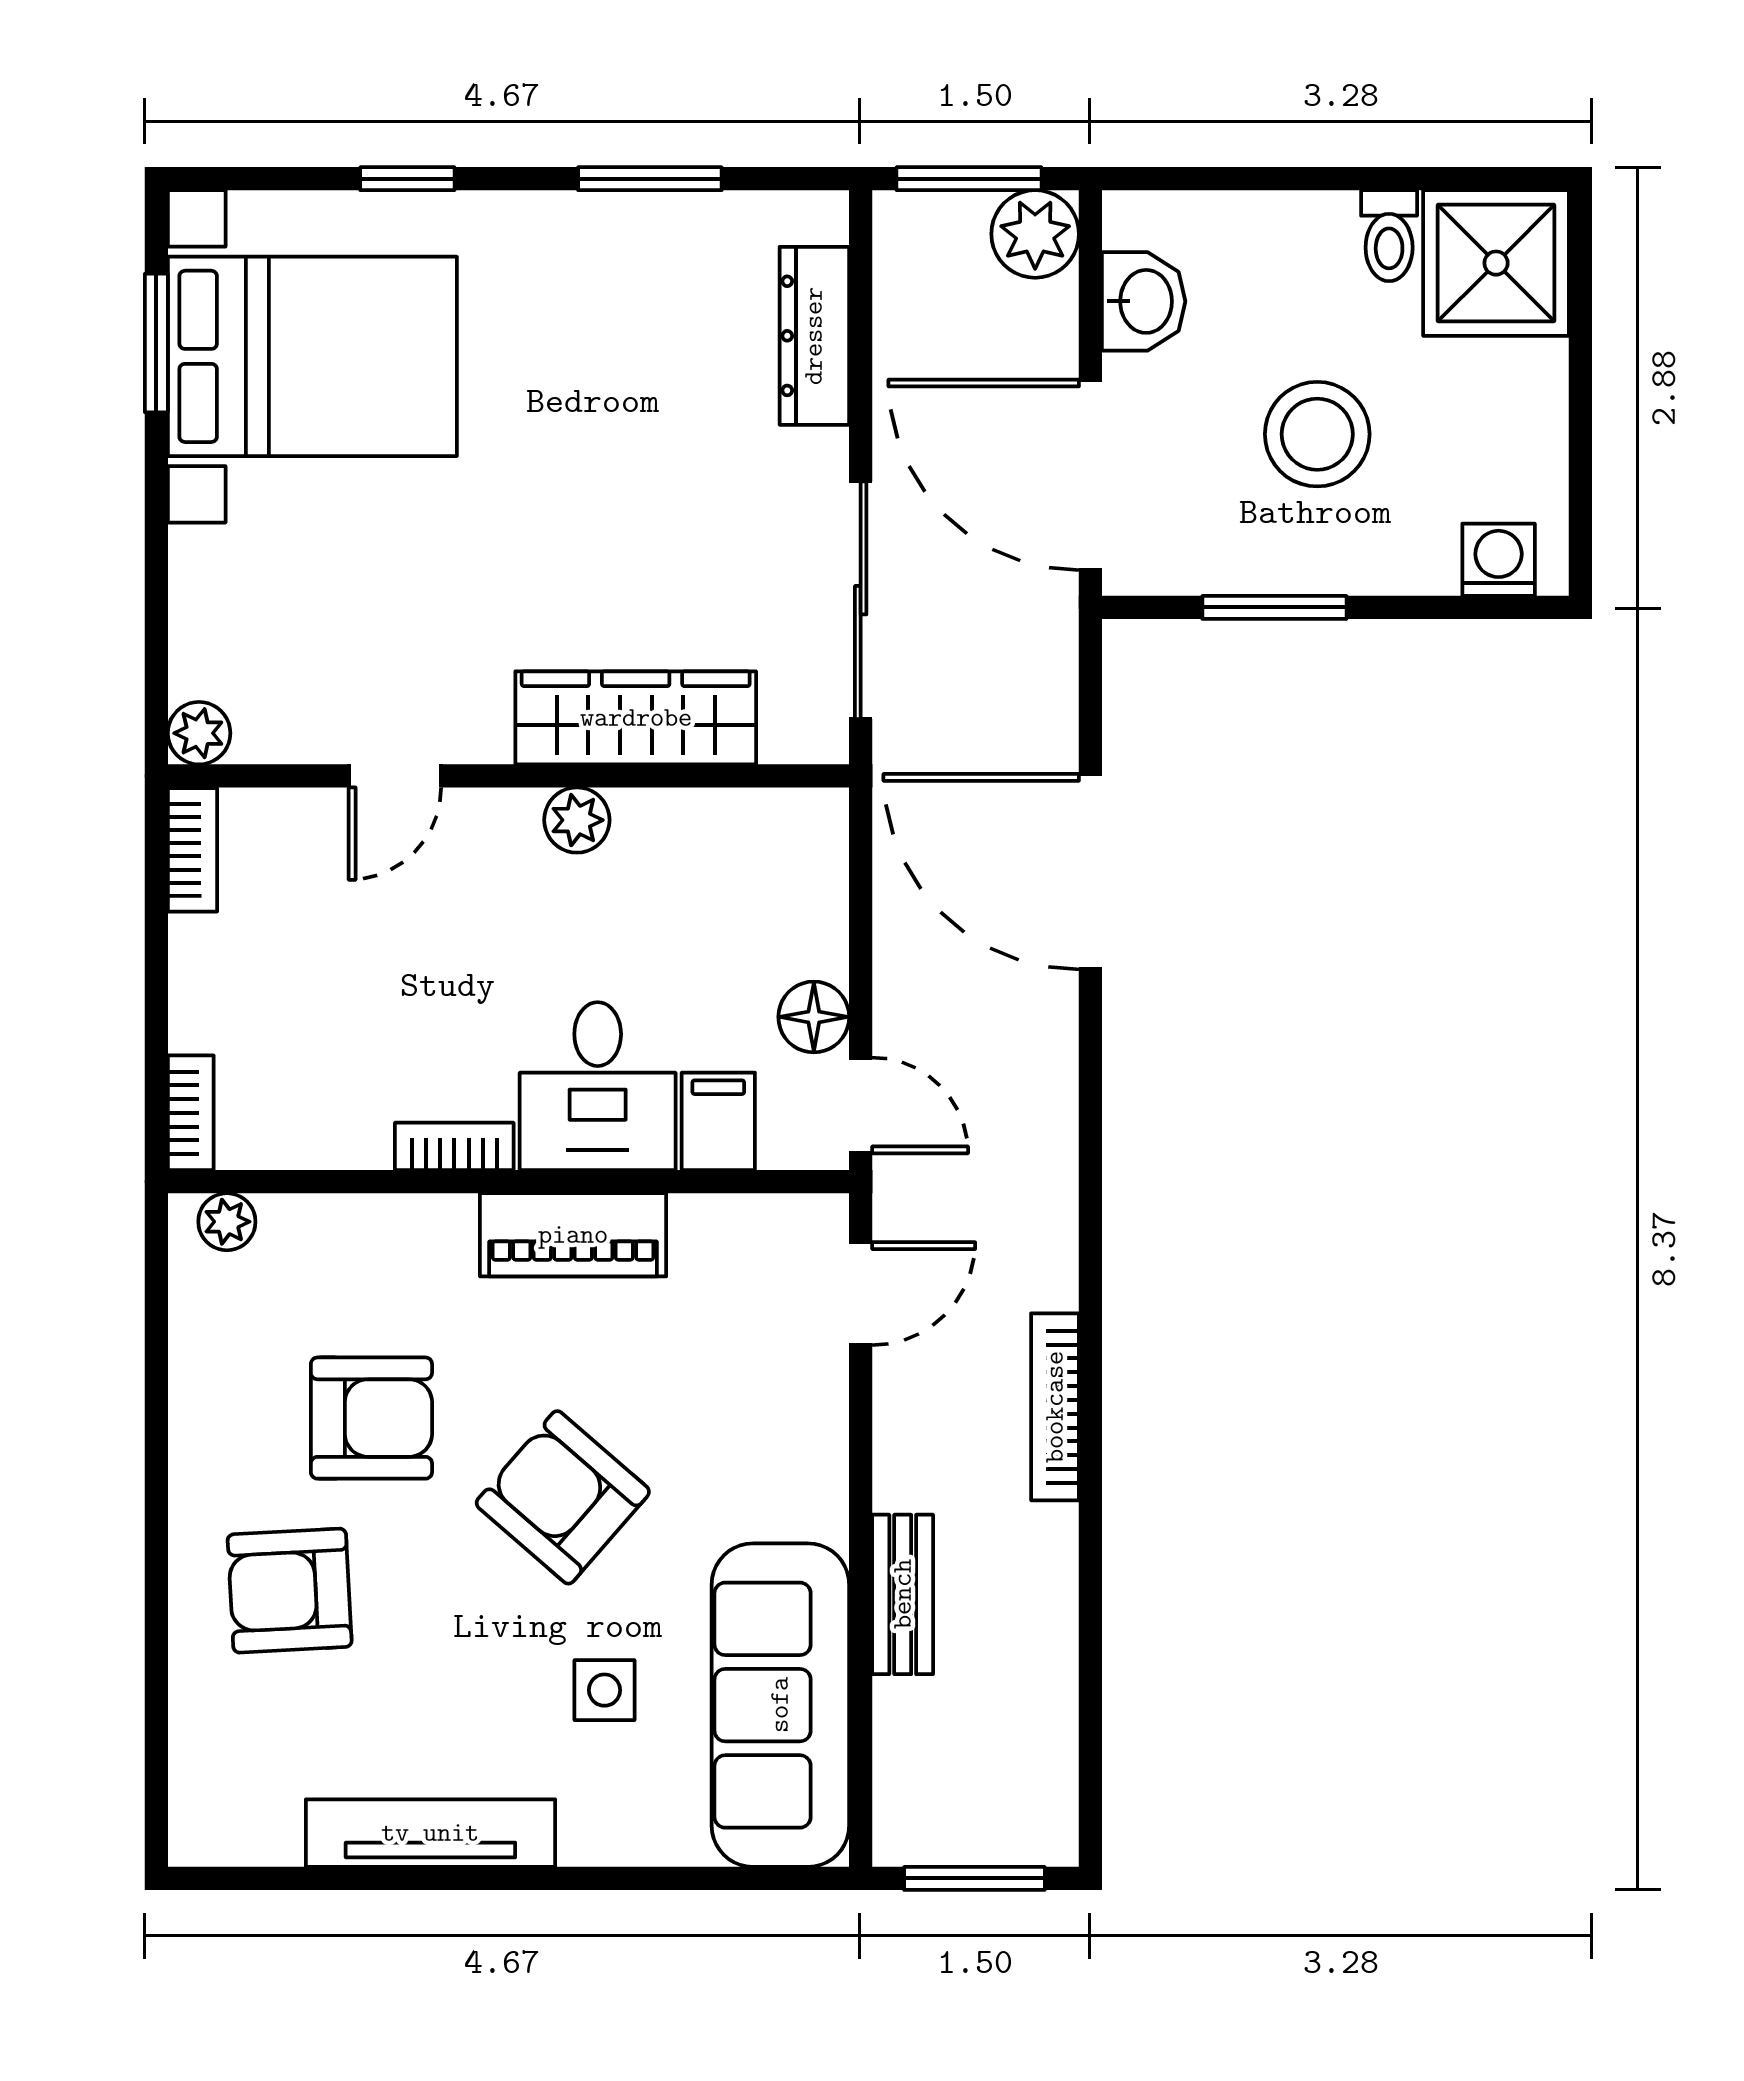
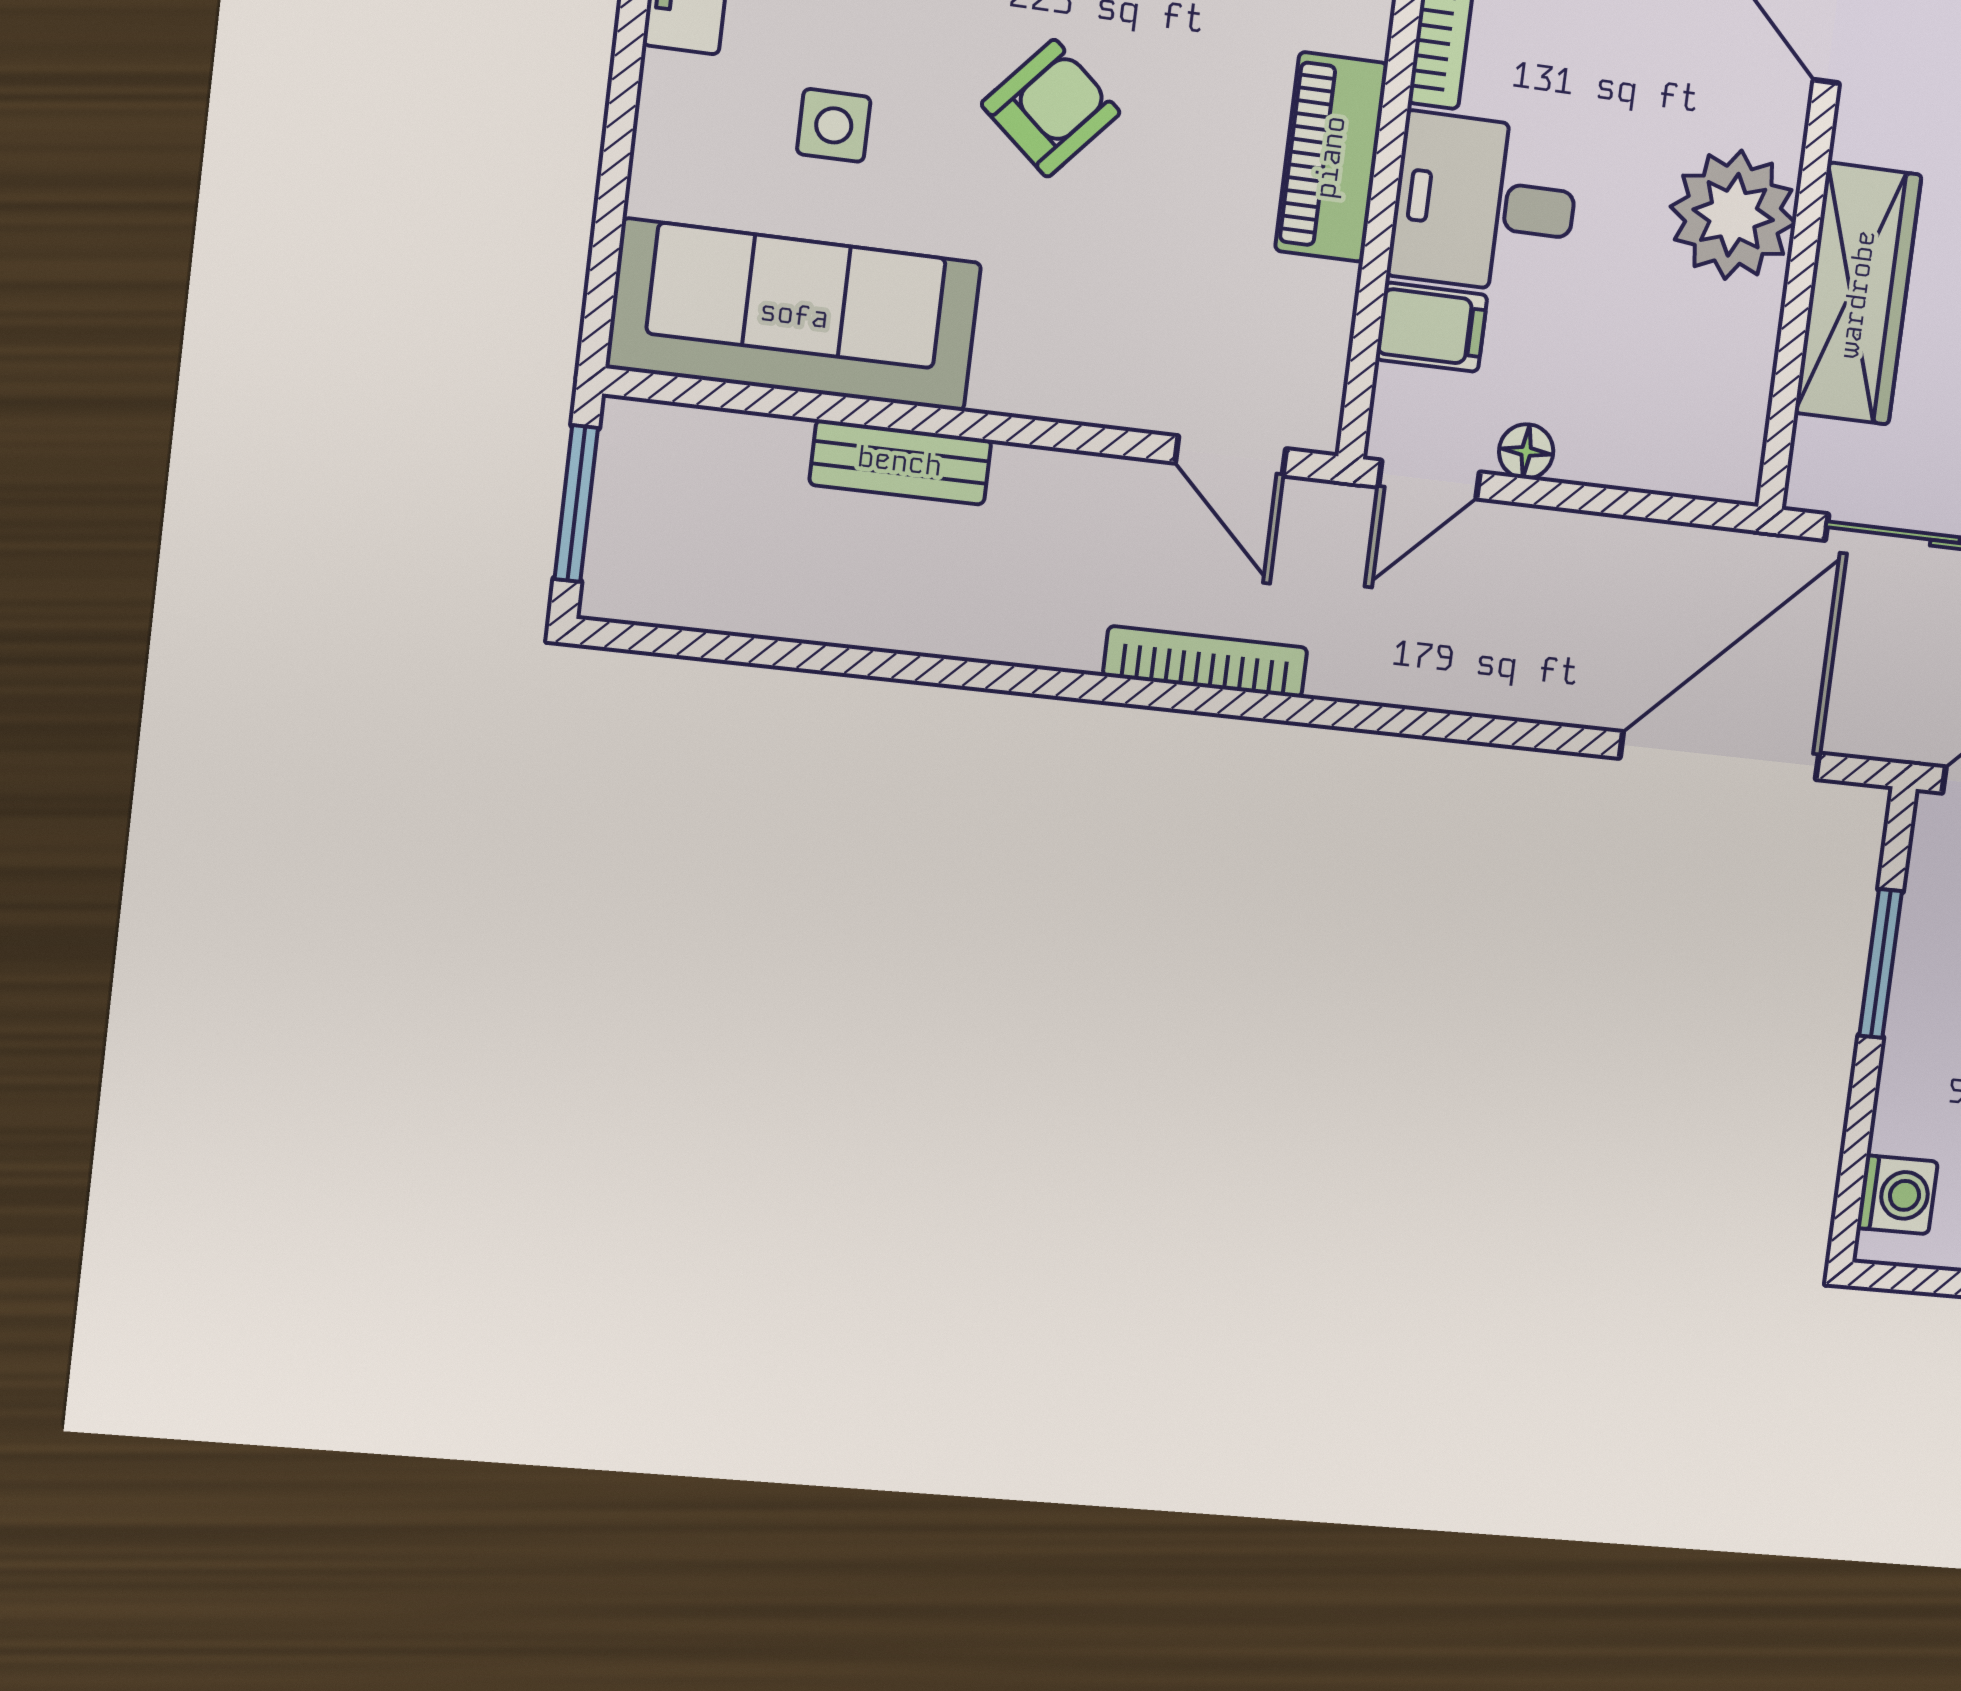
plant: (577, 820) -> (1733, 215), width x1.88, depth x1.88
door: (1090, 872) -> (1720, 756), moved
floor lamp: (814, 1017) -> (1526, 451), width x0.73, depth x0.73
bookcase: (1055, 1407) -> (1205, 662), moved
armchair: (563, 1497) -> (1051, 108), width x0.72, depth x0.72

